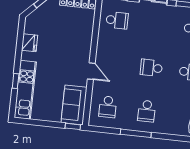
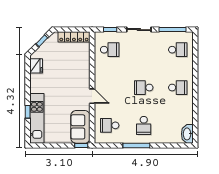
fridge: (29, 43) -> (36, 66), moved
school desk: (108, 107) -> (110, 125), turned 90

